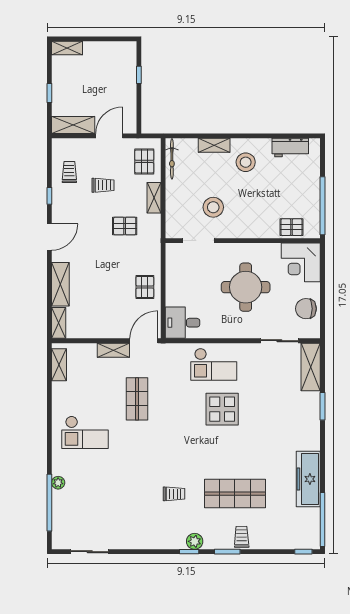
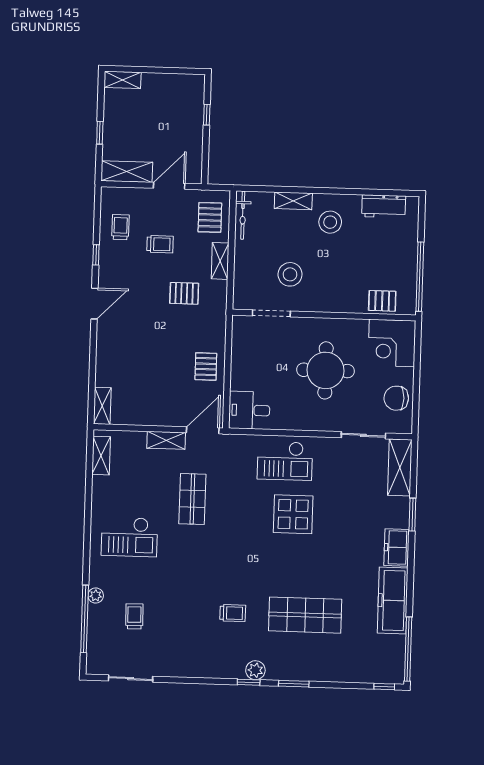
shelving: (60, 284) -> (106, 360), removed
freezer: (310, 434) -> (397, 547), added
trolley: (242, 537) -> (134, 616), moved

